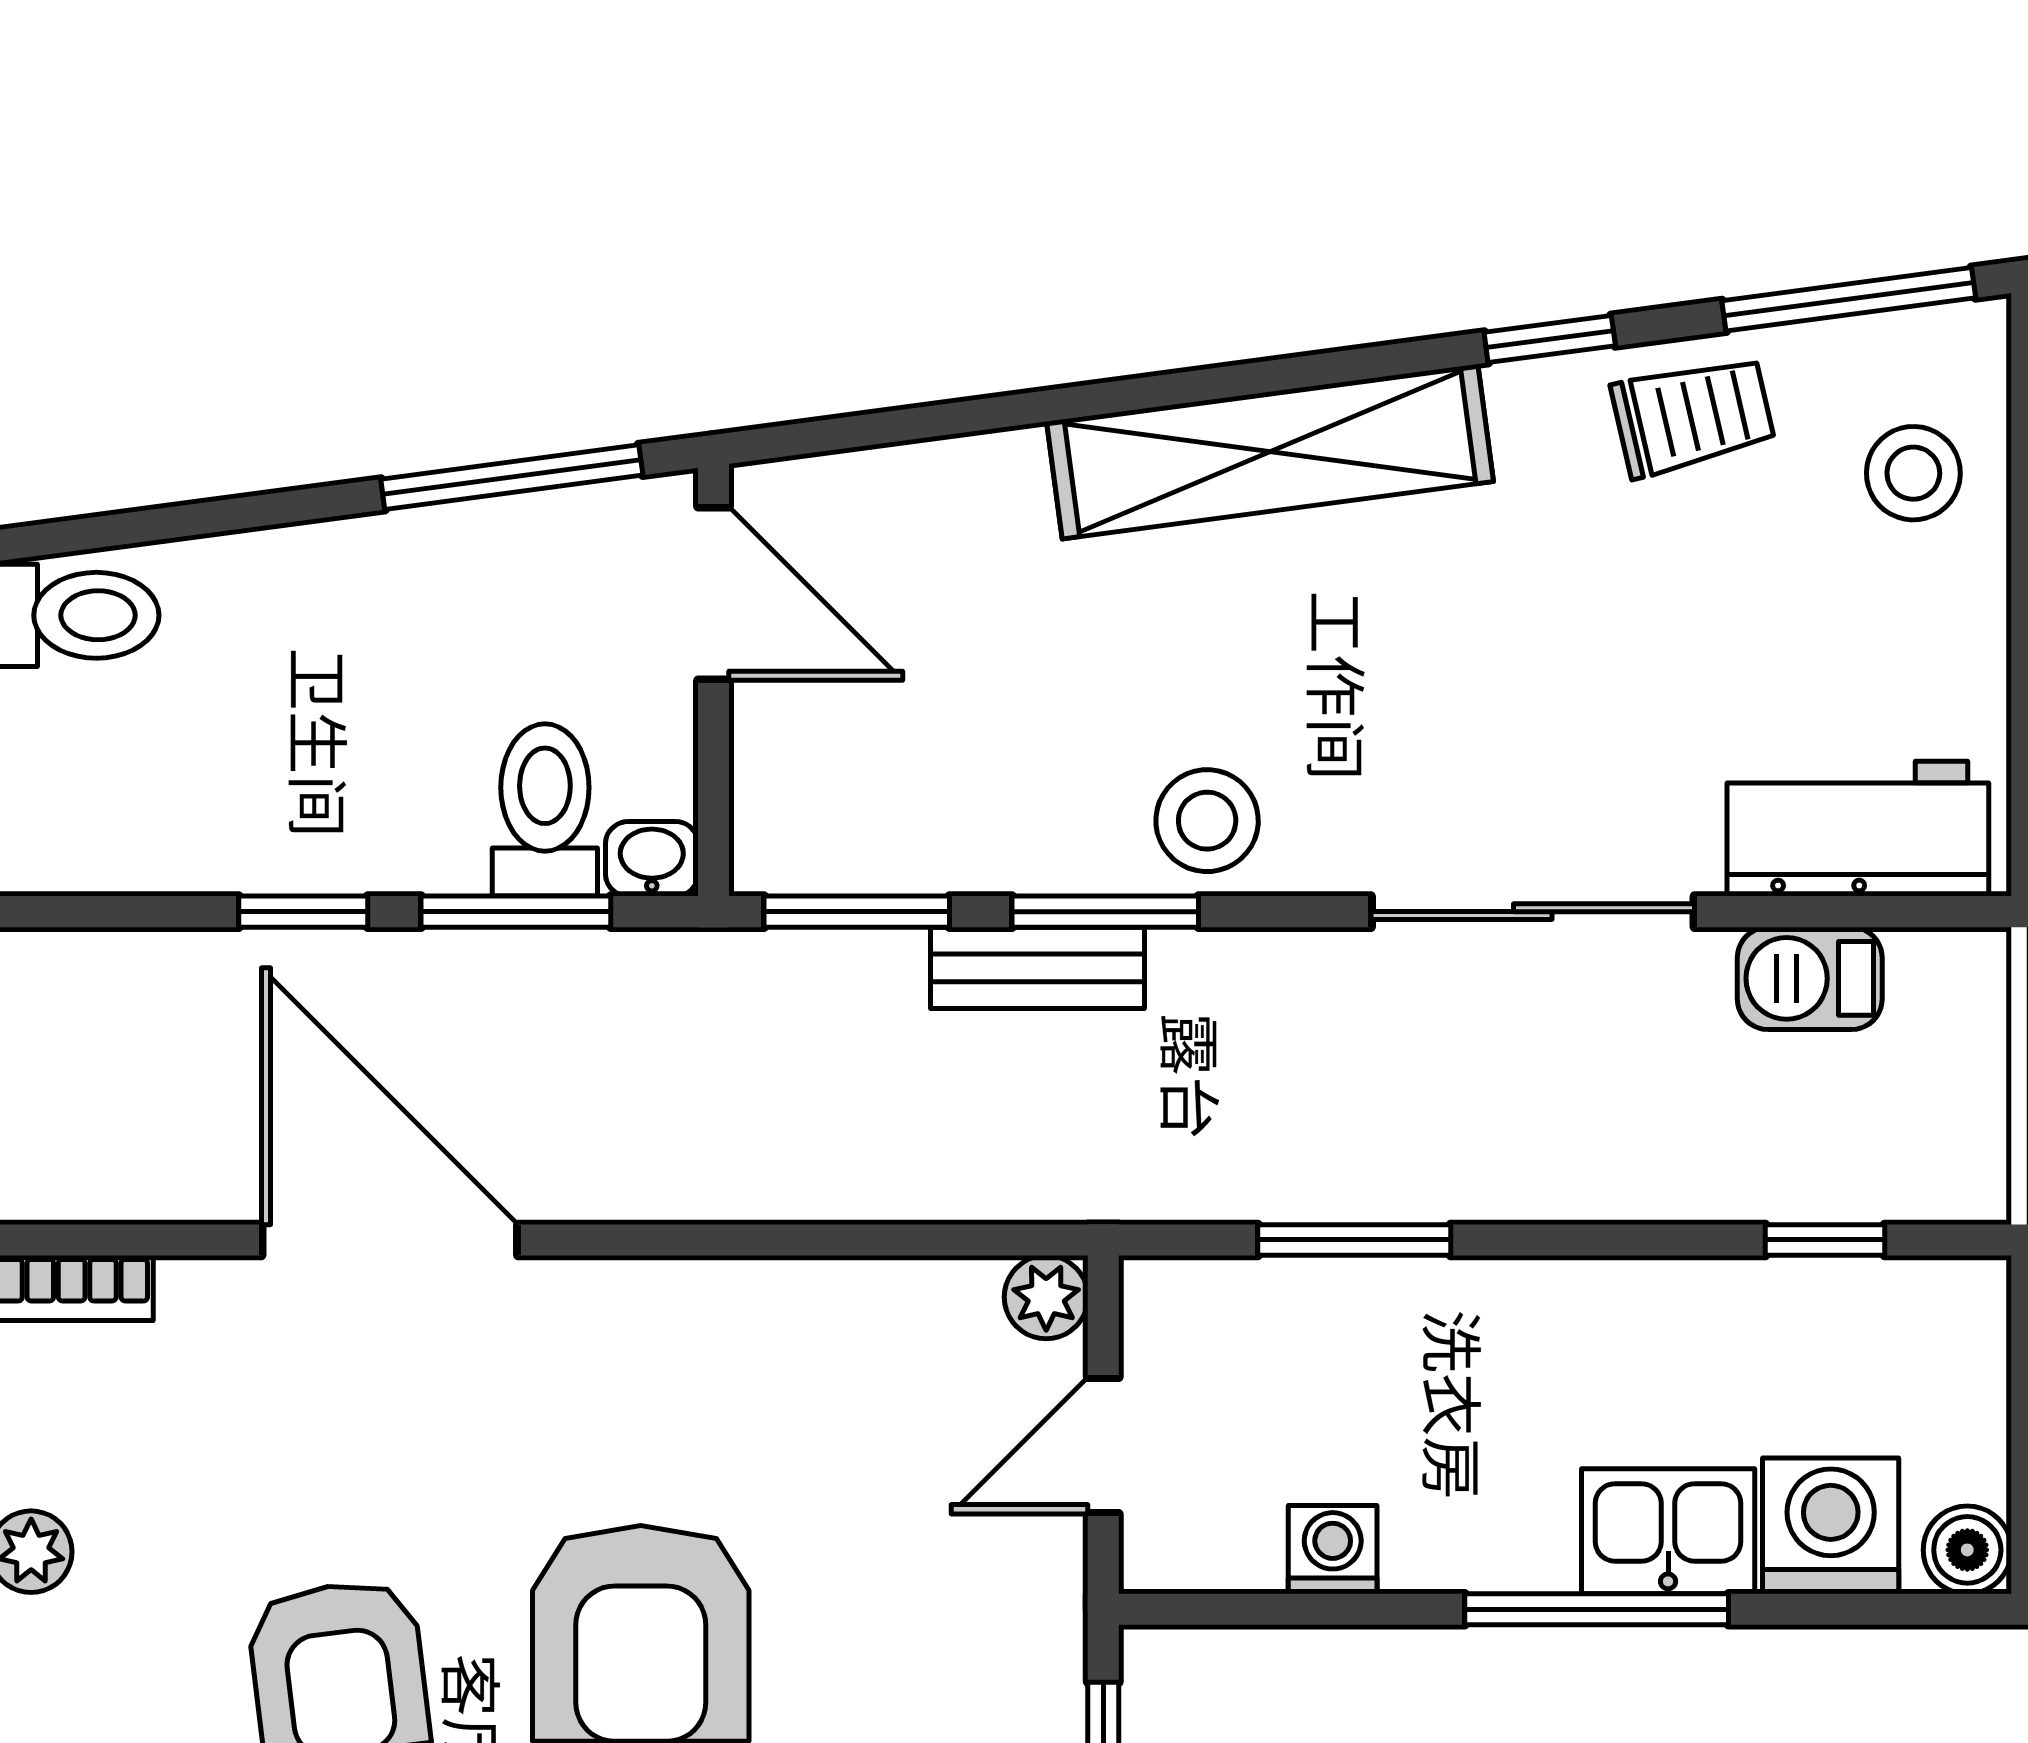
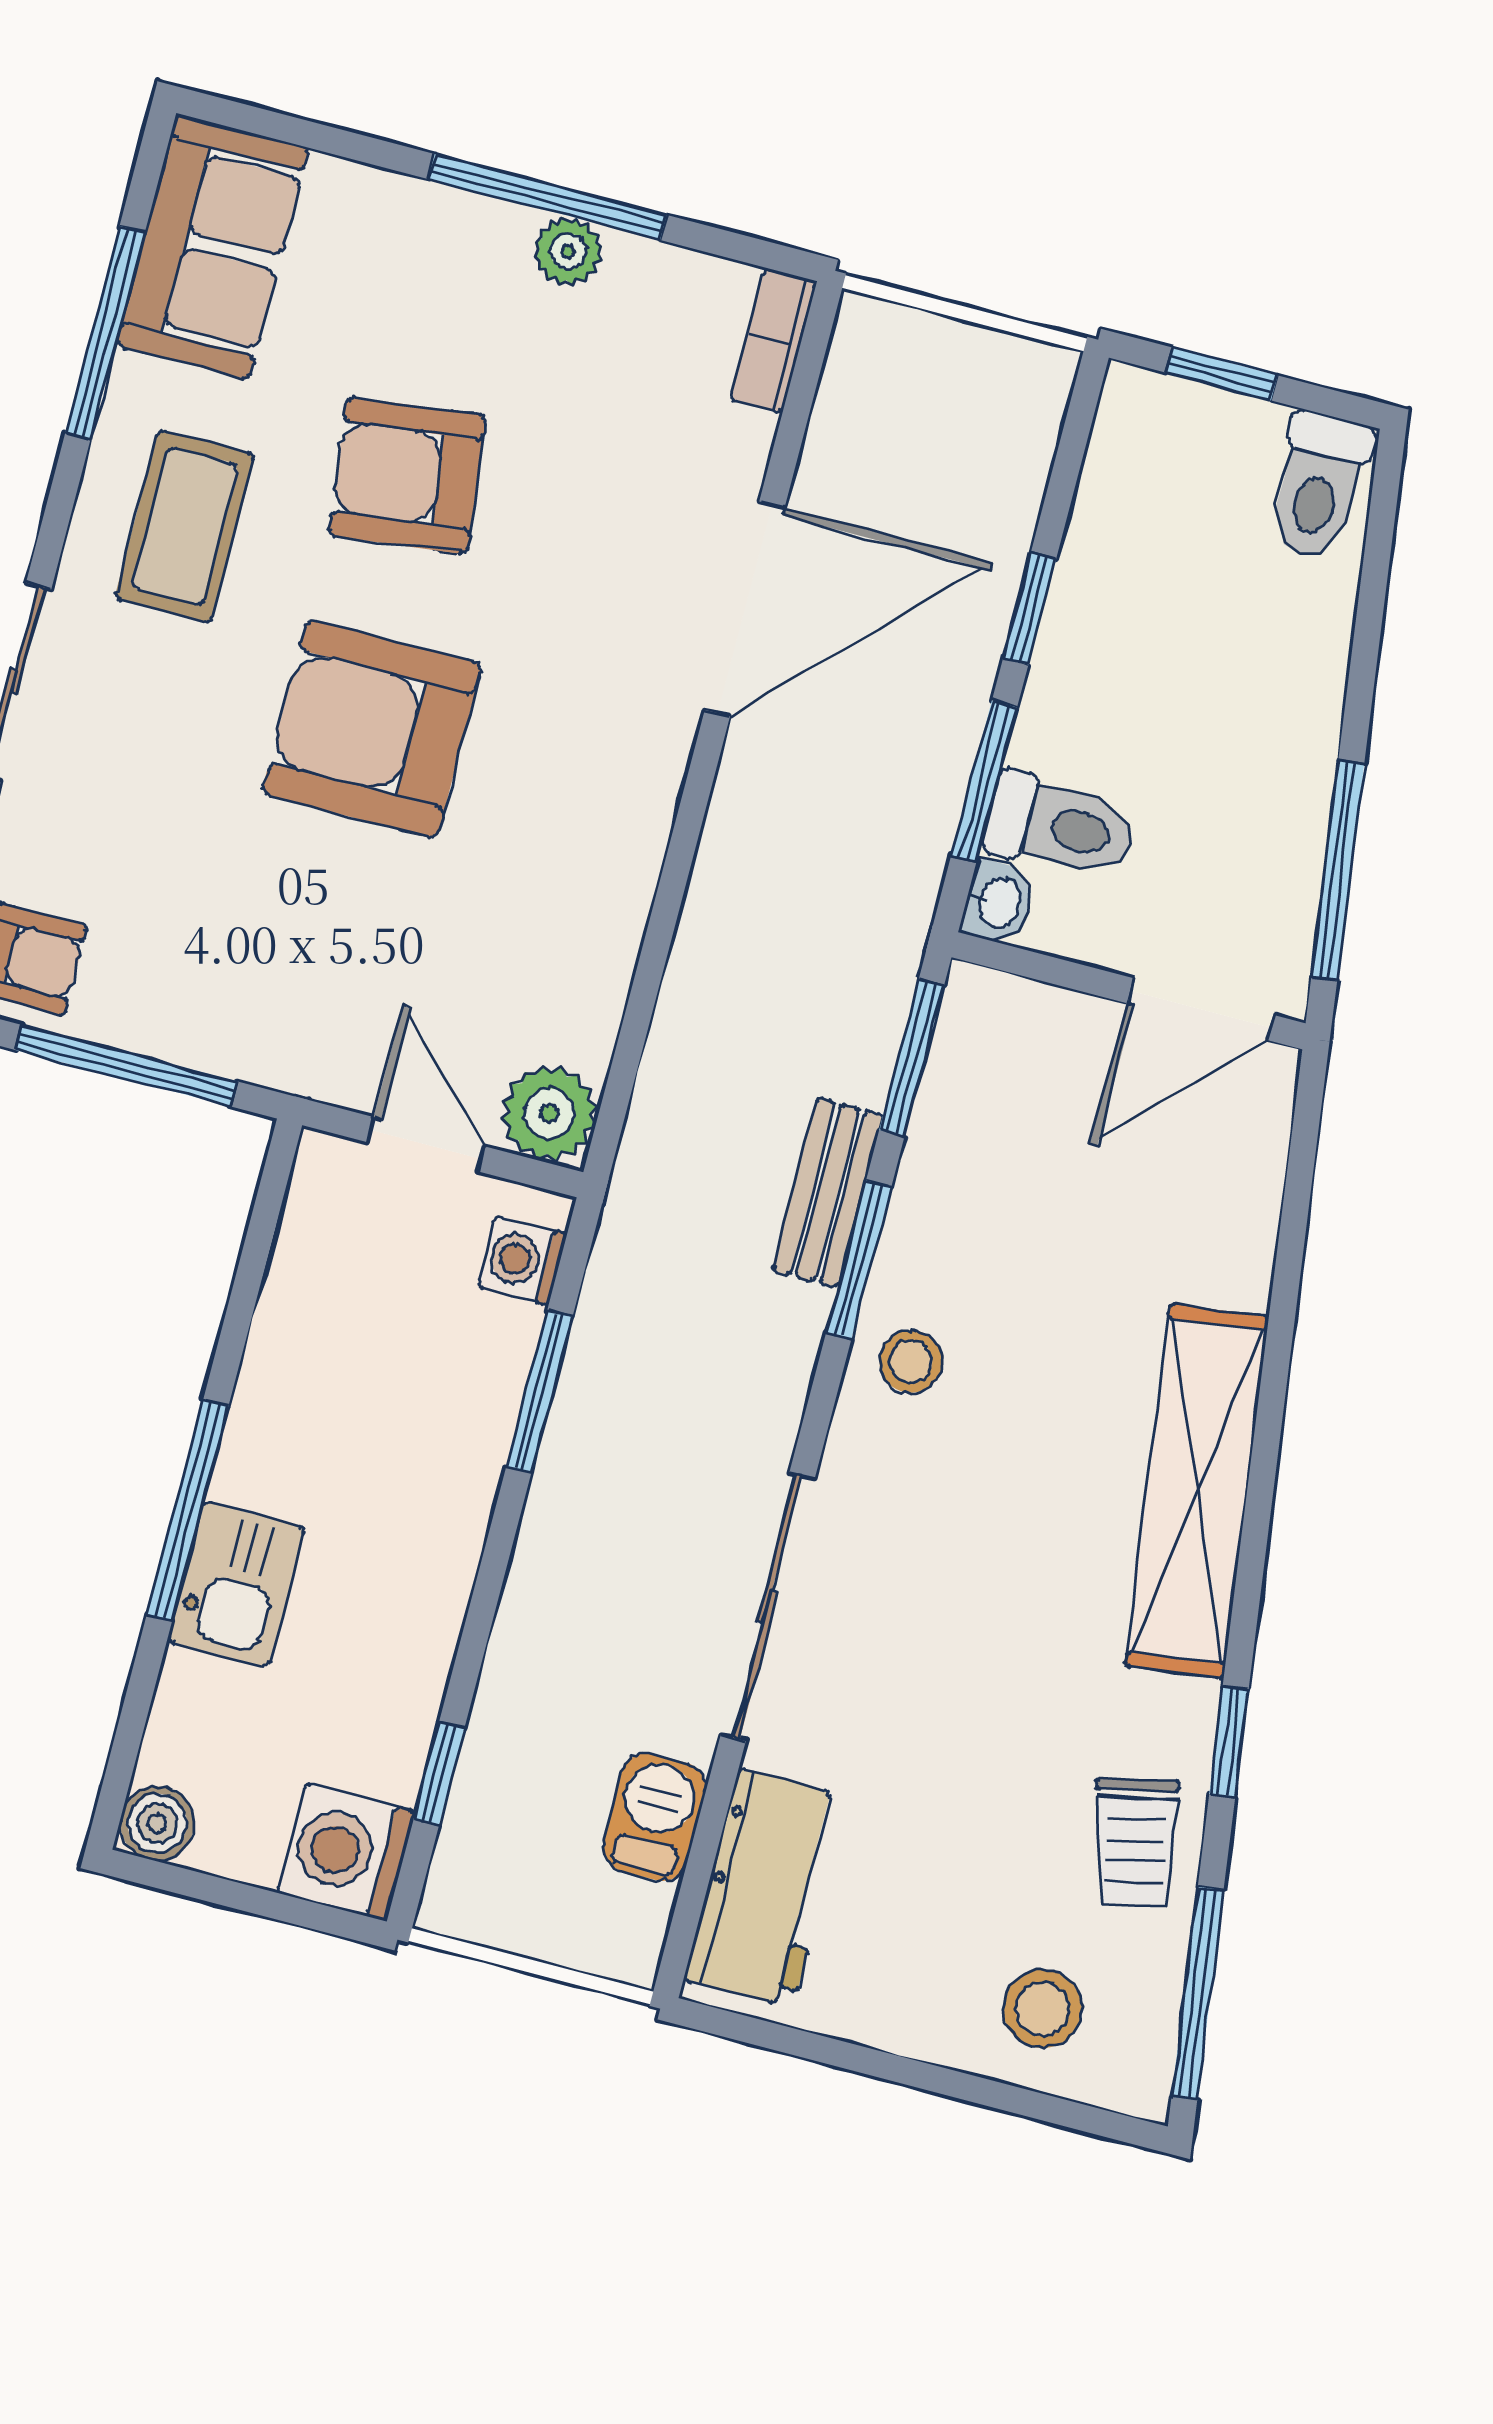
stool: (1207, 821) -> (911, 1362), width x0.73, depth x0.73
plant: (1046, 1297) -> (549, 1113), width x1.38, depth x1.38
washing machine: (1831, 1526) -> (346, 1852), moved, turned 180
washing machine: (1333, 1550) -> (522, 1260), moved, turned 180

